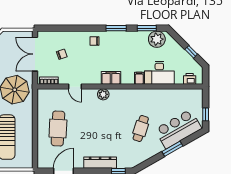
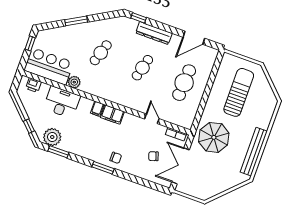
window: (116, 28) -> (103, 168), moved
window: (191, 52) -> (29, 126), moved
double door: (35, 54) -> (181, 166), swing flipped
filing cabinet: (139, 78) -> (97, 109), moved
plant: (103, 94) -> (74, 82), moved
cafe table: (99, 129) -> (142, 68), added
bar counter: (178, 129) -> (49, 66), moved, turned -150

